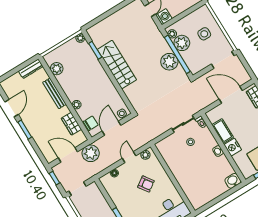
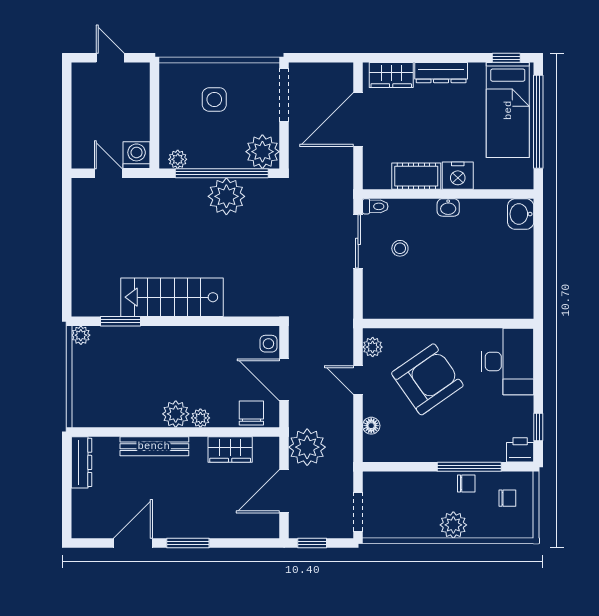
plant: (182, 43) -> (262, 152), moved
plant: (57, 69) -> (176, 414), moved
door: (12, 108) -> (133, 543), hinge flipped
armchair: (146, 184) -> (427, 379), width x1.88, depth x1.88

